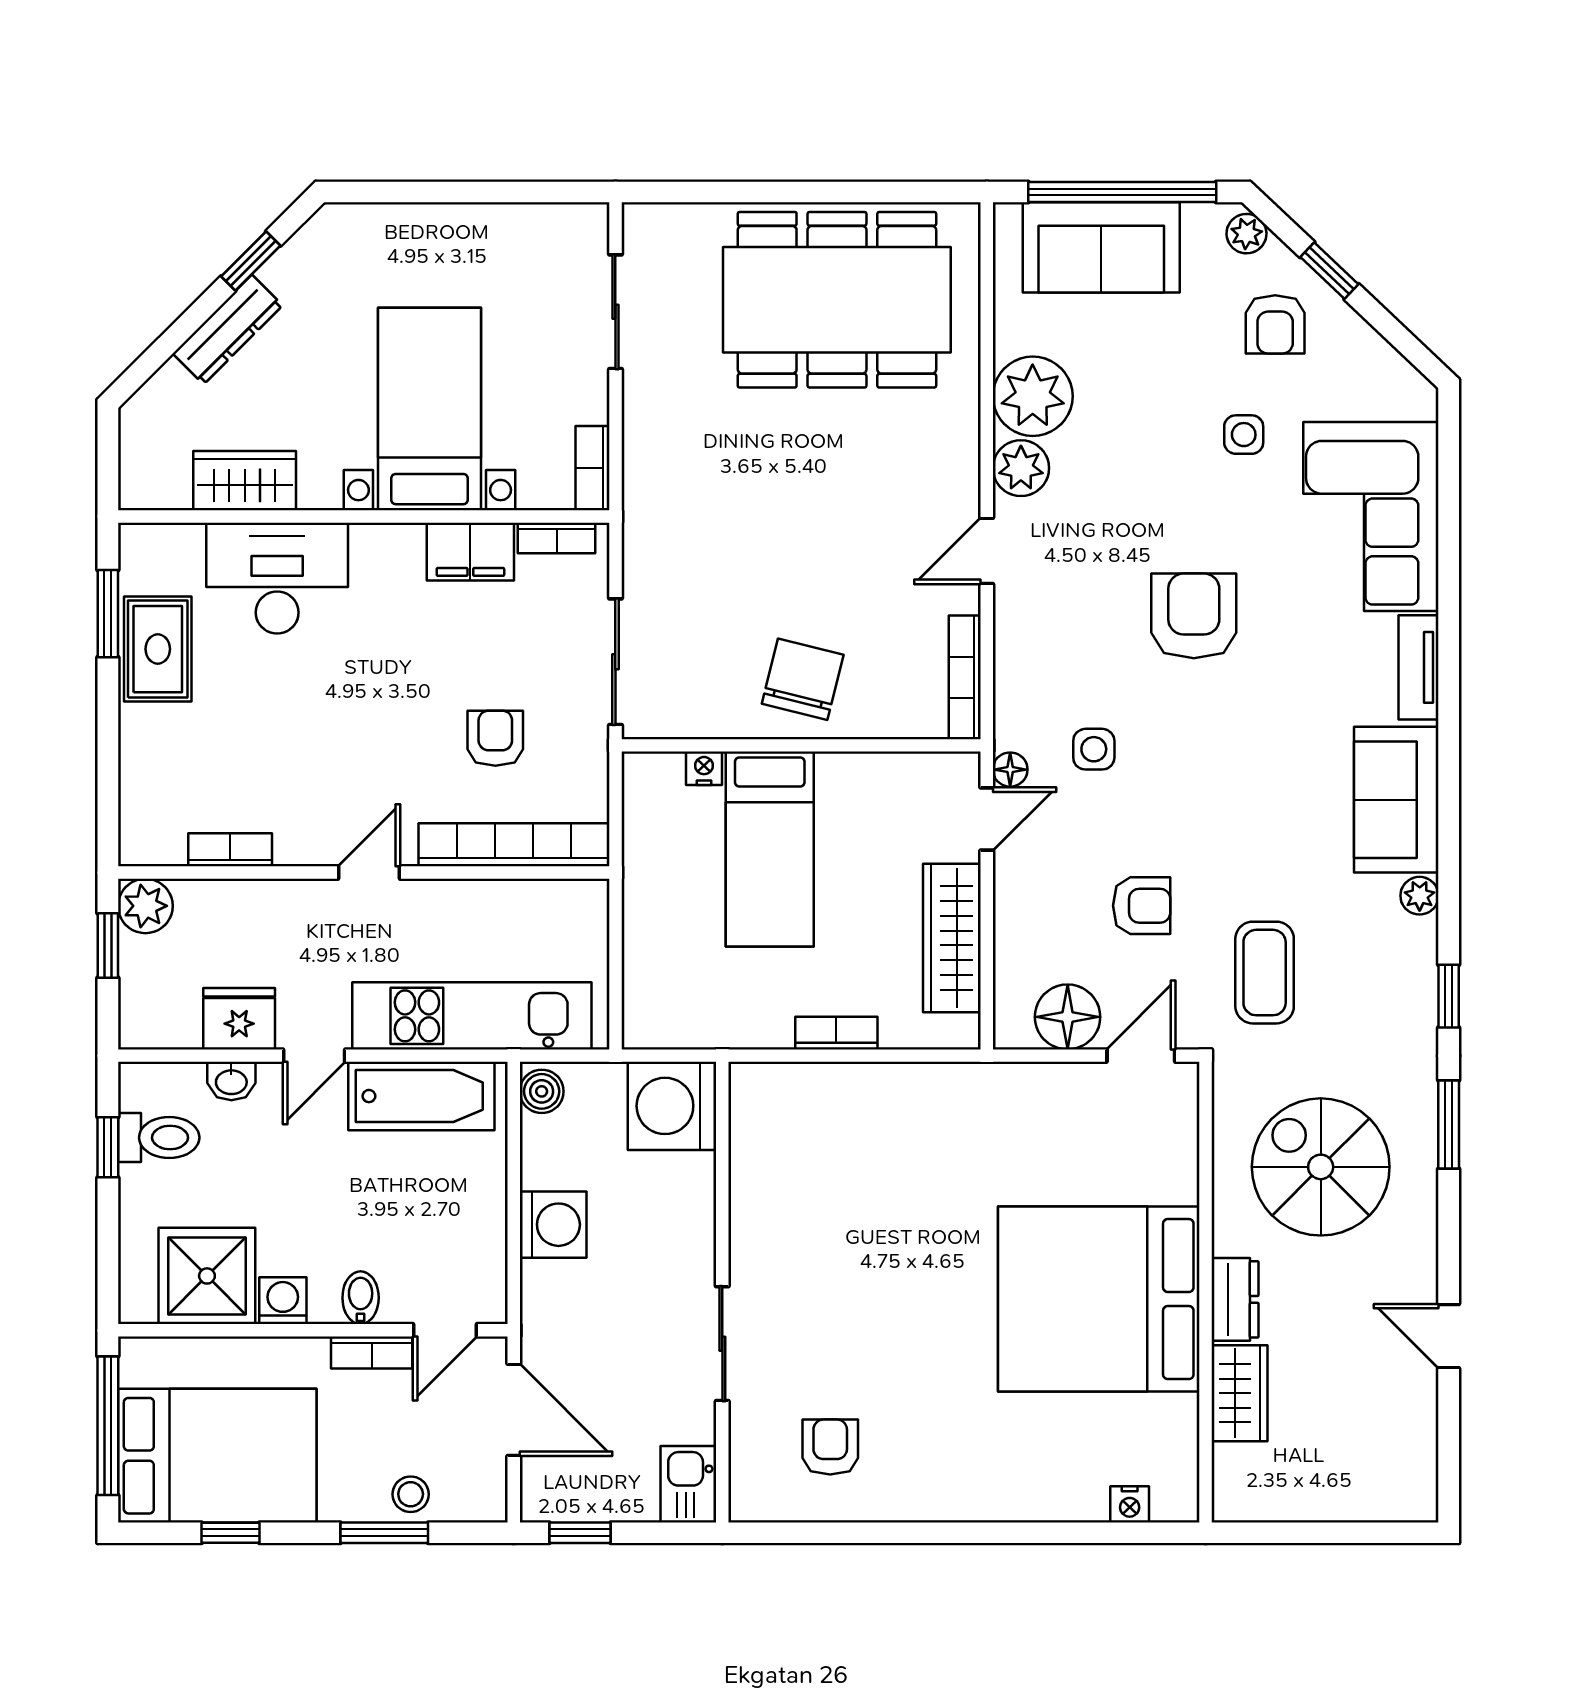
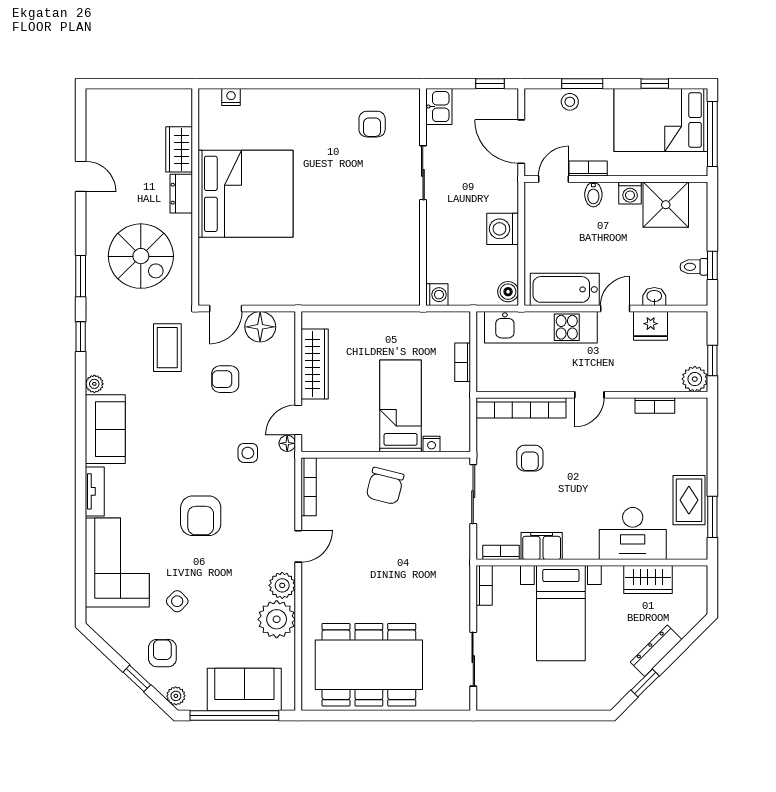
side table: (1244, 435) -> (177, 601), turned 45
bookcase: (836, 1033) -> (463, 362), moved, turned 90
washing machine: (672, 1106) -> (437, 295), width x0.53, depth x0.53
toilet: (159, 1138) -> (694, 267), width x0.73, depth x0.72

